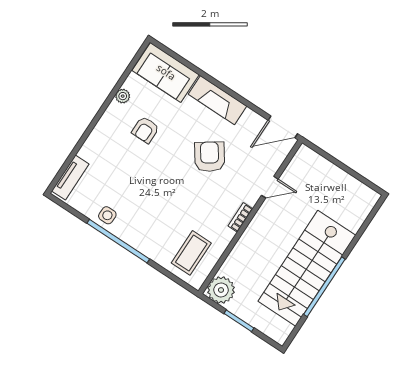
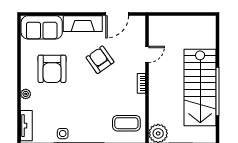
plant: (123, 96) -> (26, 94), moved
door: (283, 127) -> (117, 14), moved
armchair: (145, 130) -> (52, 69), width x1.88, depth x1.88
coffee table: (191, 253) -> (126, 123), turned 90

